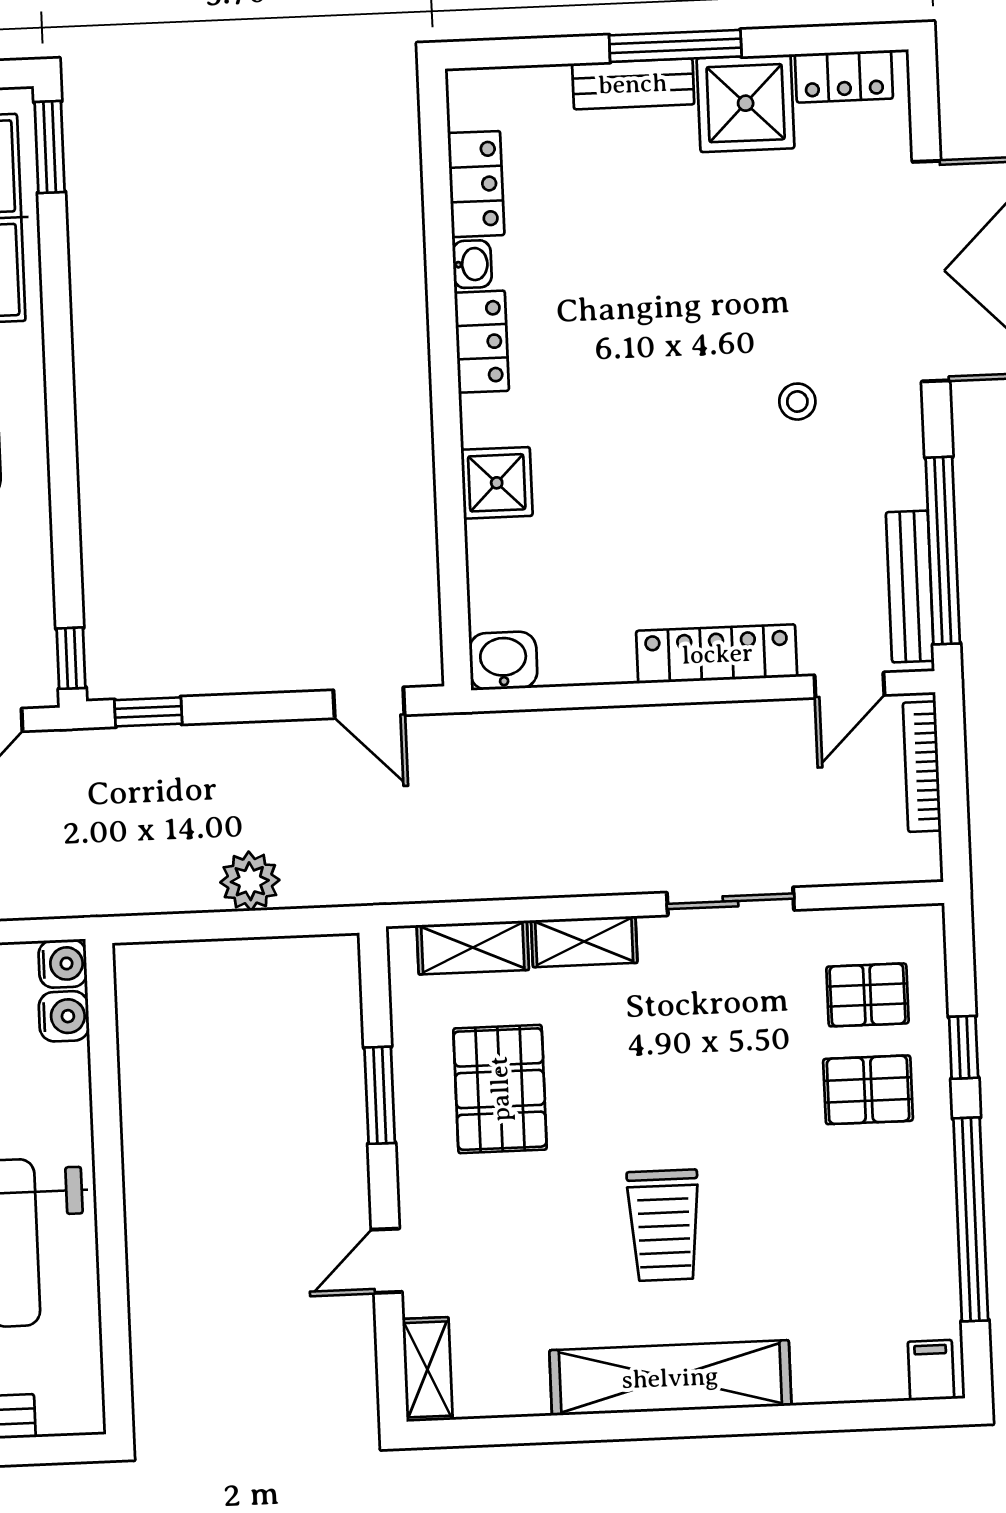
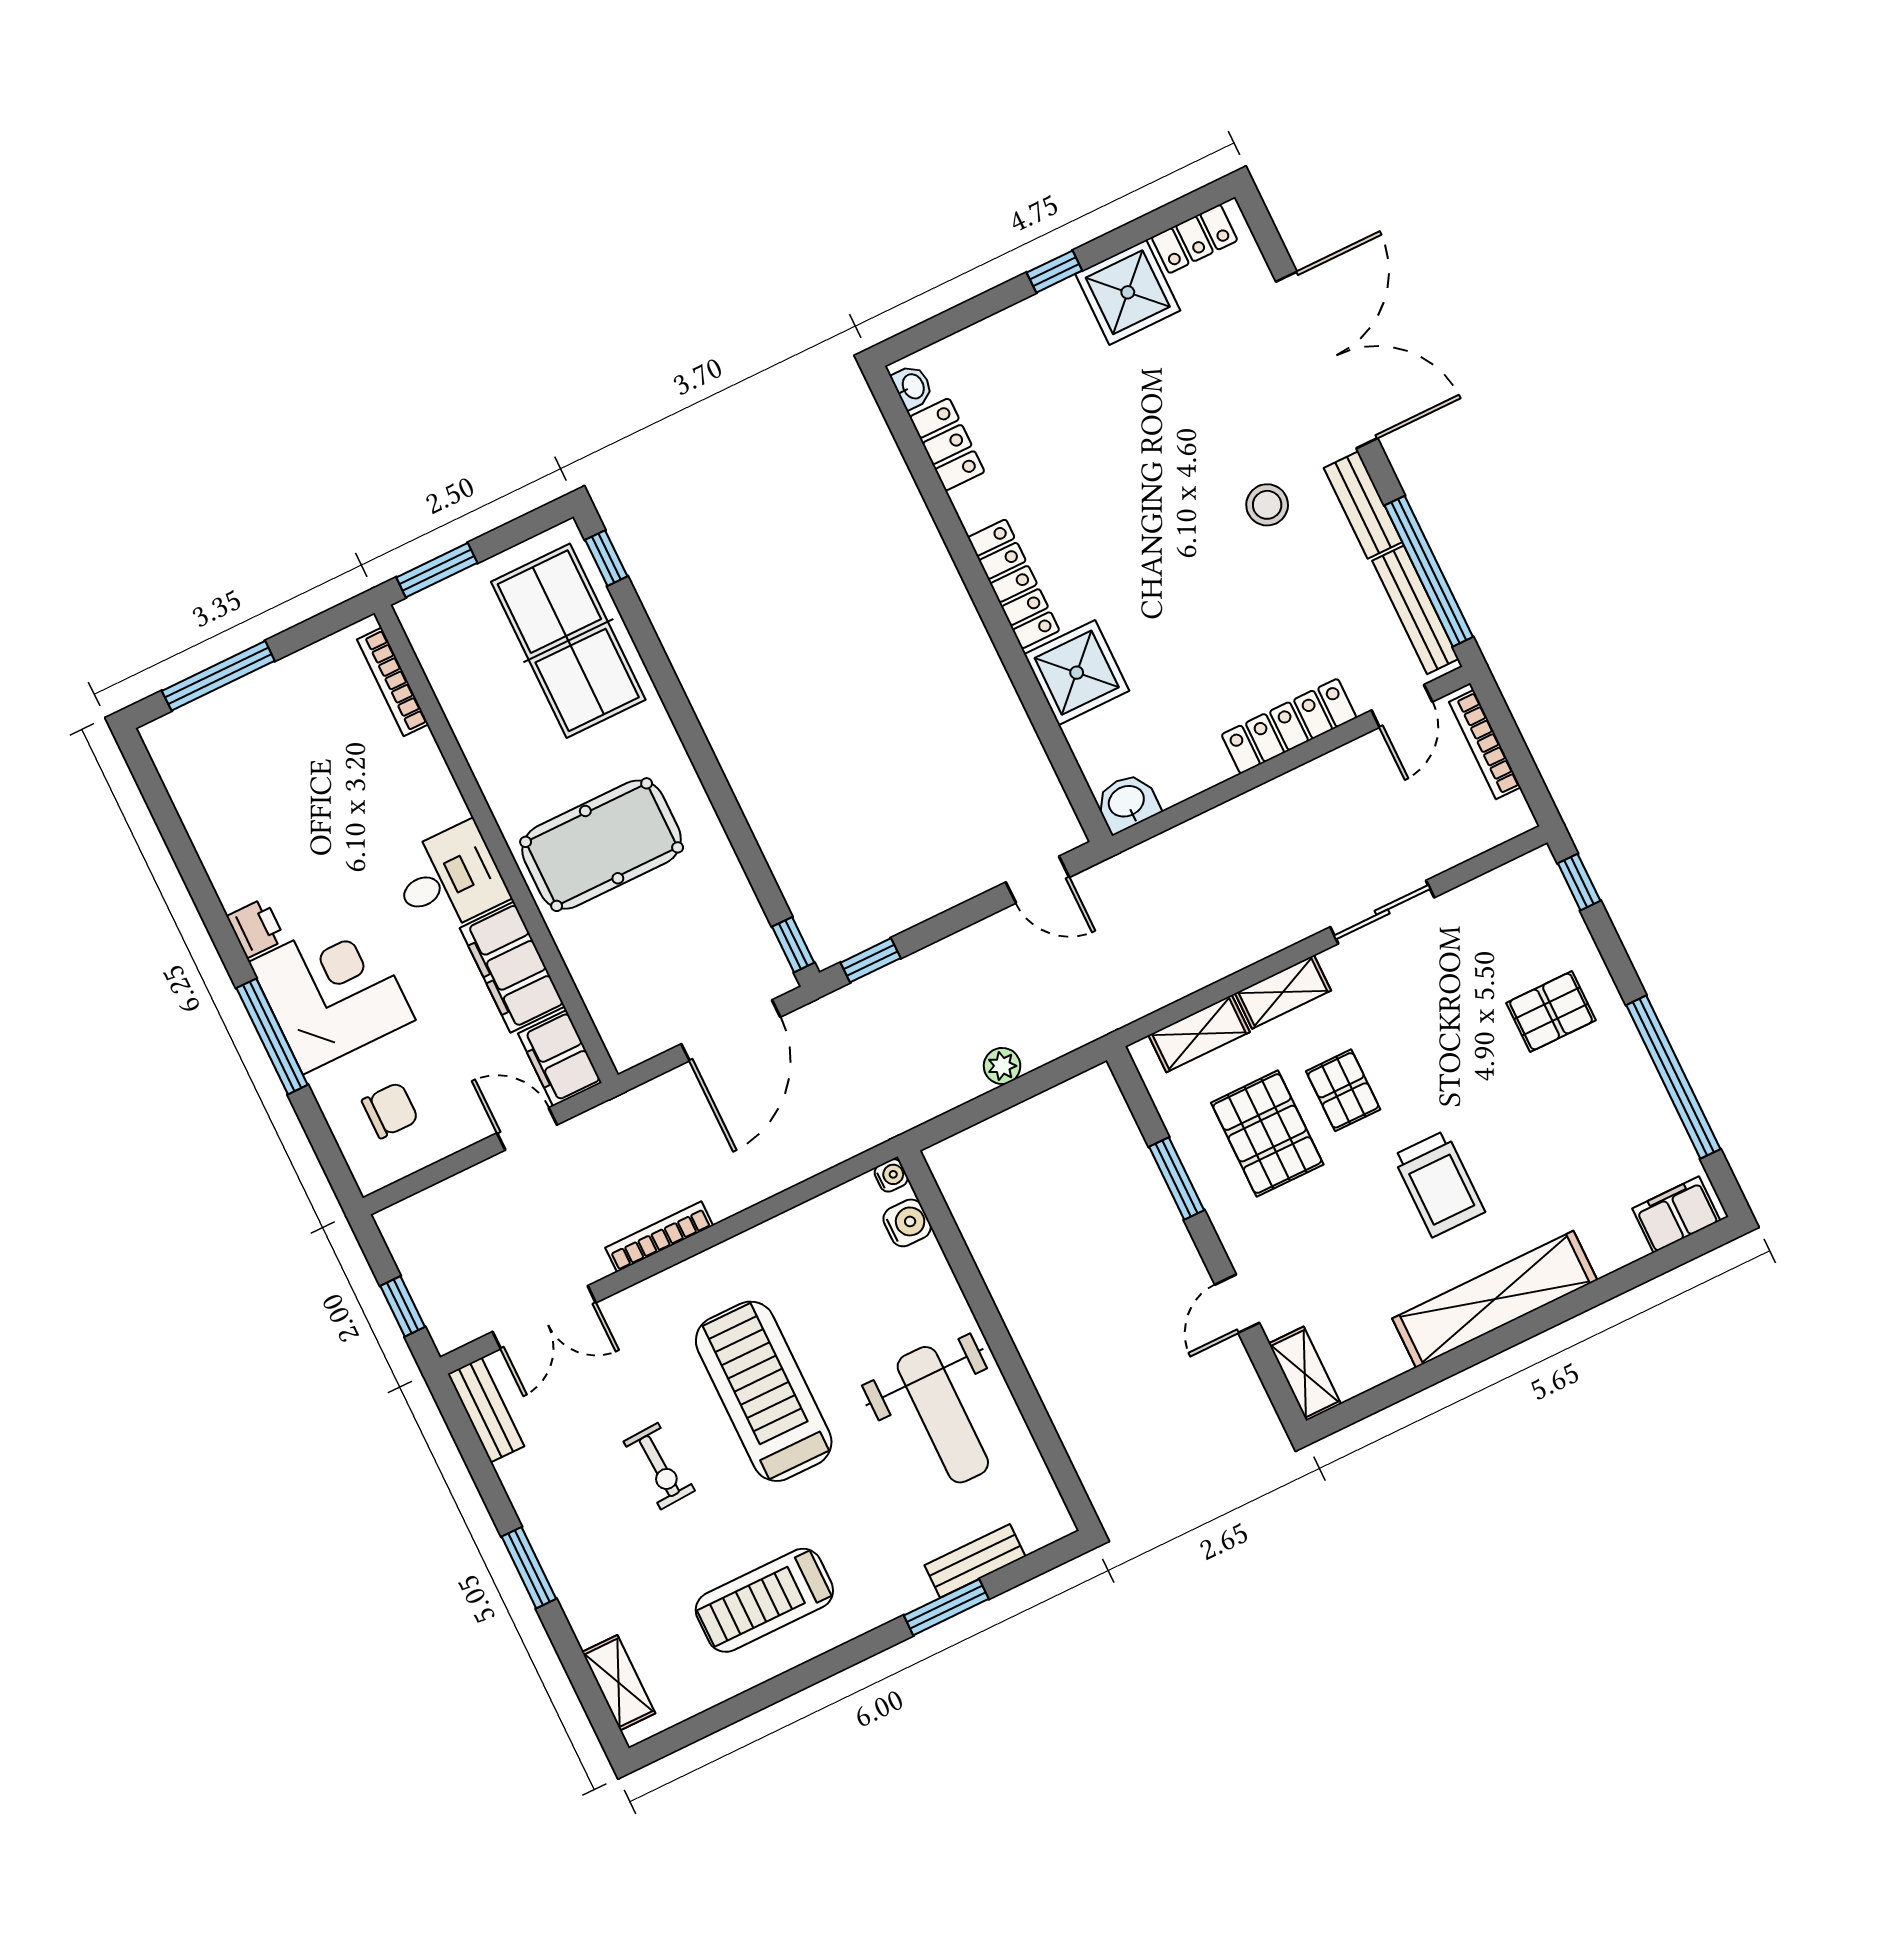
window: (675, 46) -> (1054, 272), width x0.46
bench: (633, 84) -> (1363, 505), moved, turned 90
window: (50, 147) -> (606, 558), width x0.67
washbasin: (472, 264) -> (912, 387), moved
locker: (482, 342) -> (1014, 584), width x1.53
stool: (797, 402) -> (1267, 505), width x1.37, depth x1.37
shower: (497, 483) -> (1077, 673), width x1.36, depth x1.36
plant: (250, 881) -> (1002, 1066), width x0.73, depth x0.73
water cooler: (63, 964) -> (891, 1175), width x0.72, depth x0.72
pallet: (867, 995) -> (1343, 1090), moved, turned 90
window: (964, 1047) -> (1579, 882), moved
filing cabinet: (931, 1370) -> (1676, 1215), width x2.00

